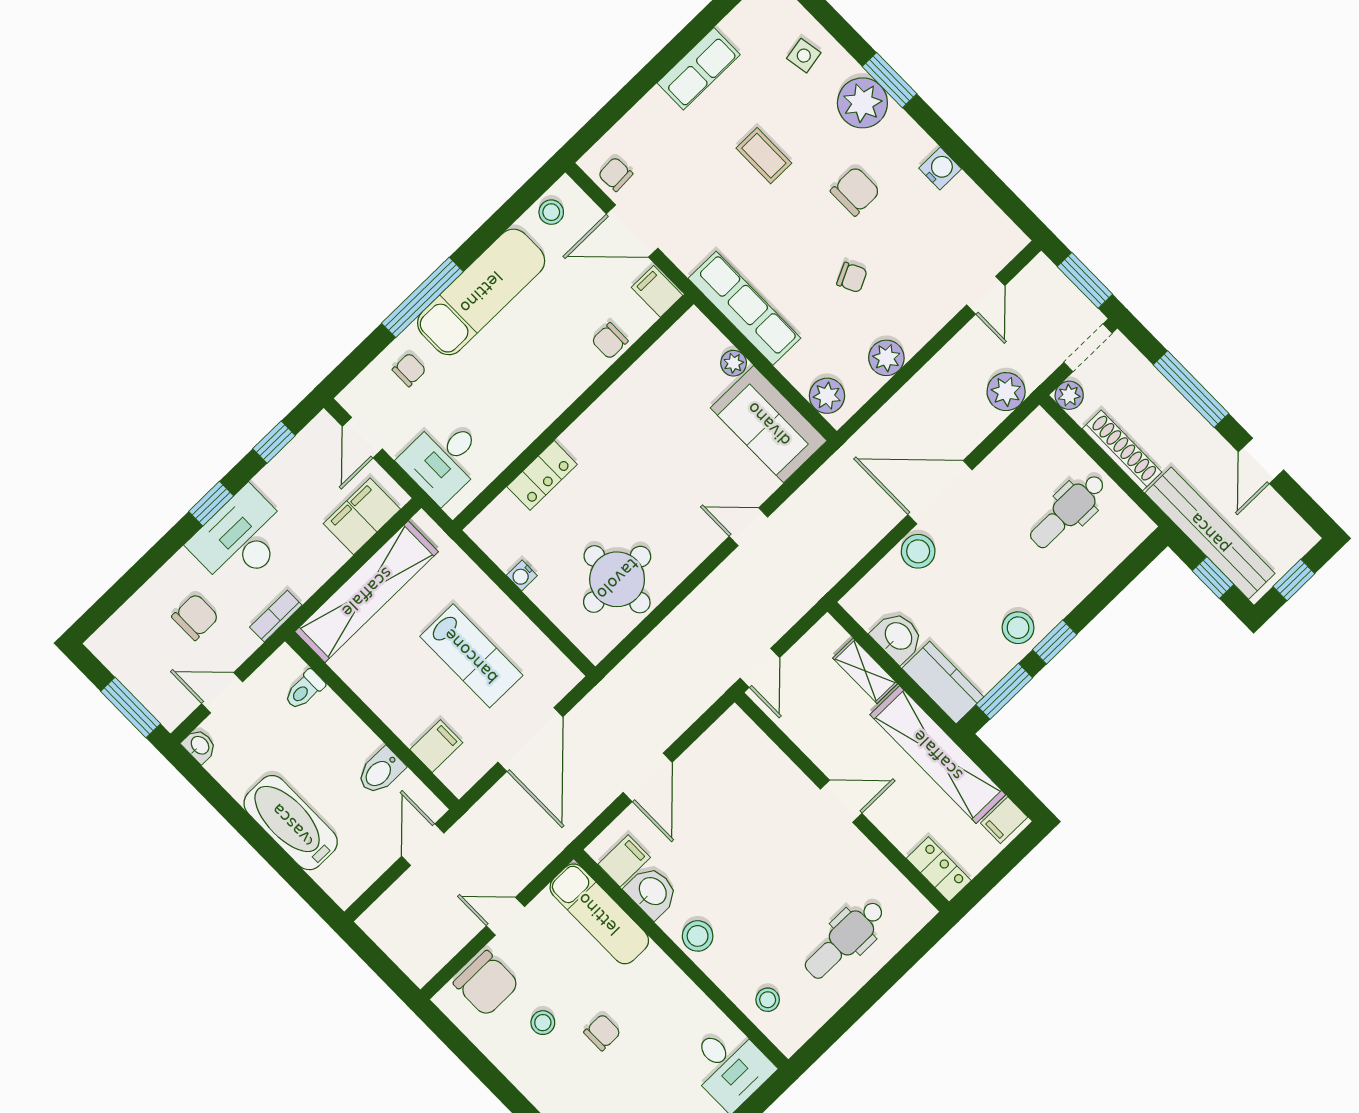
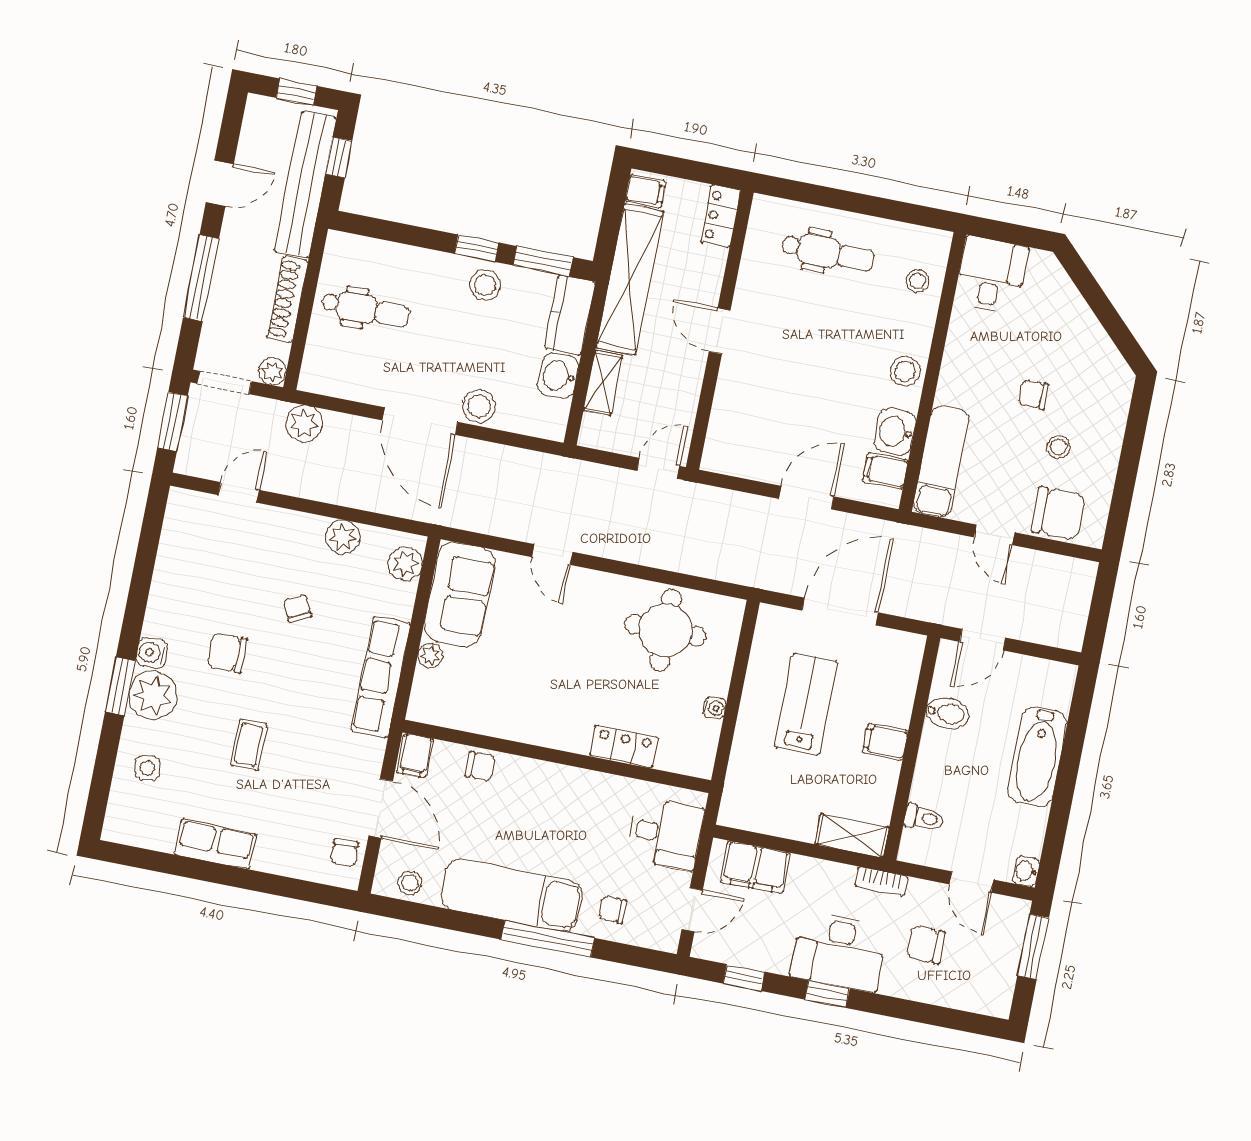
water cooler: (940, 168) -> (152, 653), moved
shelving: (367, 592) -> (852, 836), width x0.45, depth x0.75
filing cabinet: (436, 746) -> (885, 742), moved
chair: (486, 984) -> (1058, 513), turned 90

